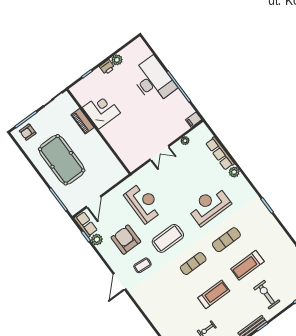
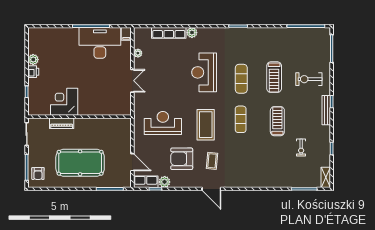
desk: (153, 80) -> (100, 43), moved

